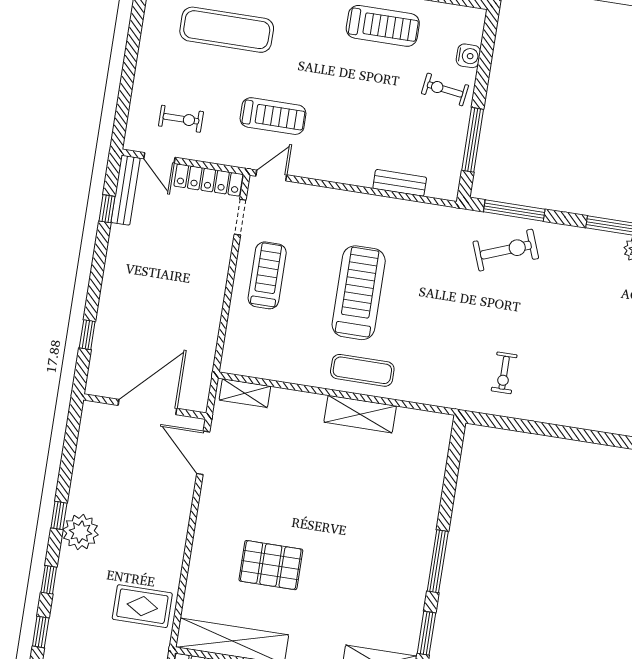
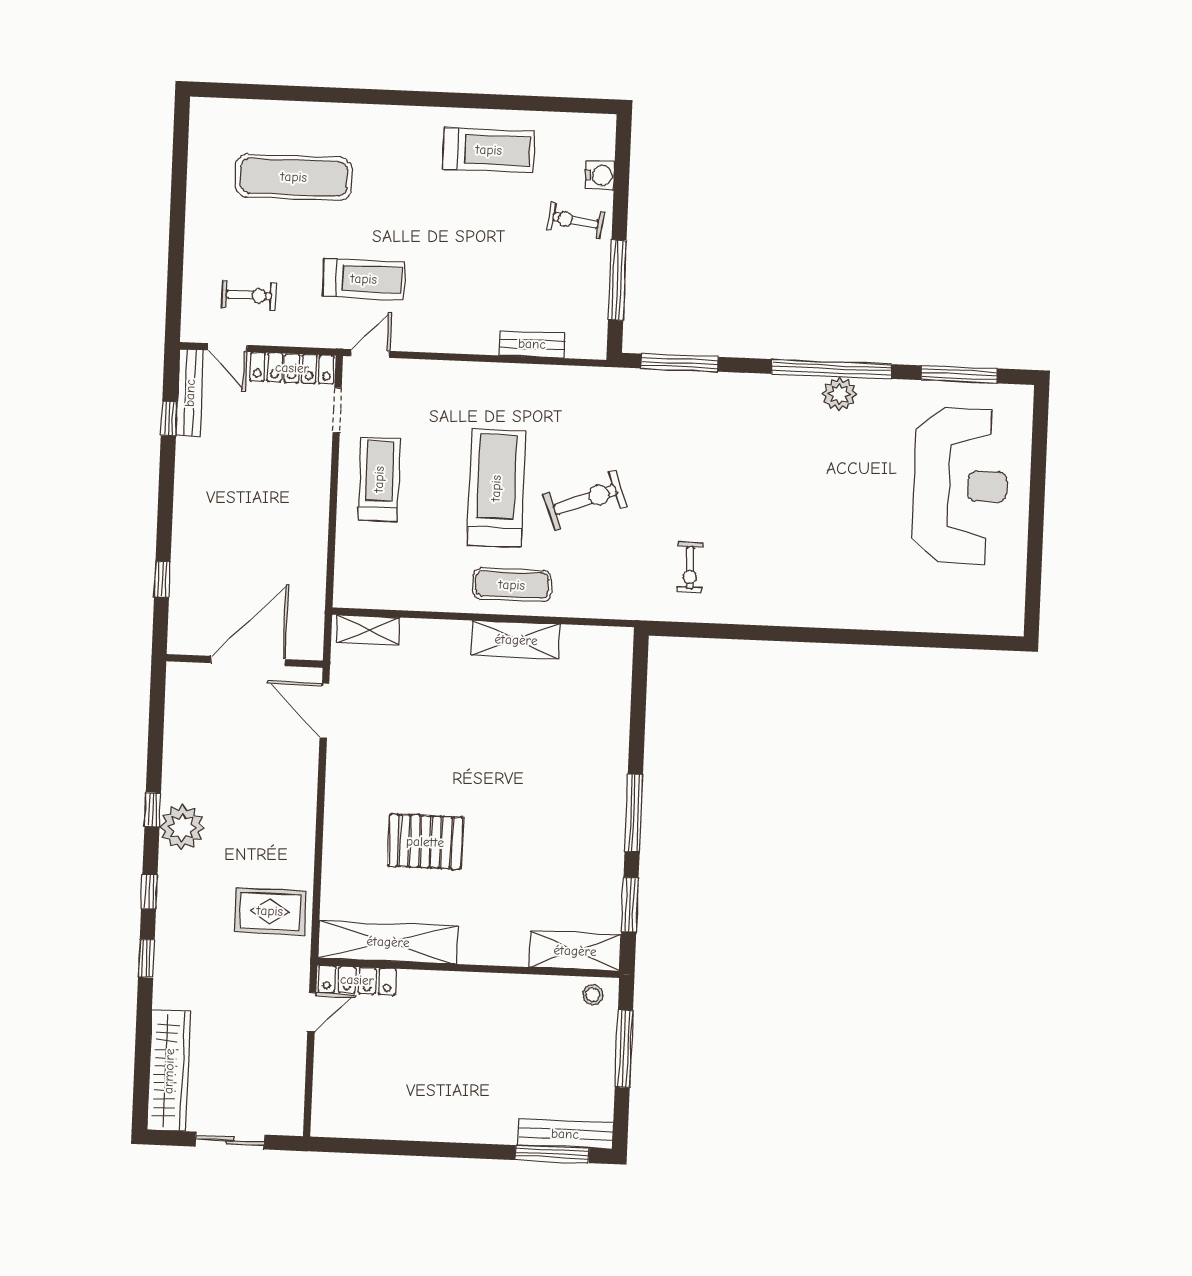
exercise bike: (506, 250) -> (585, 500), moved

